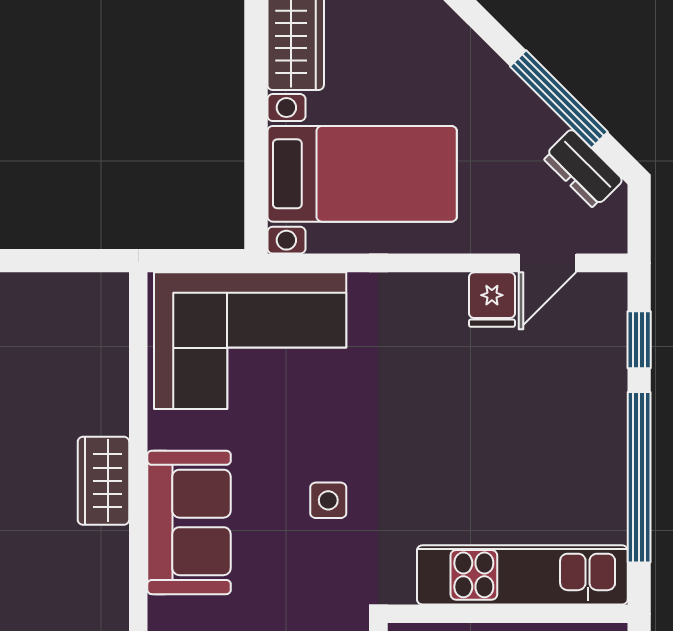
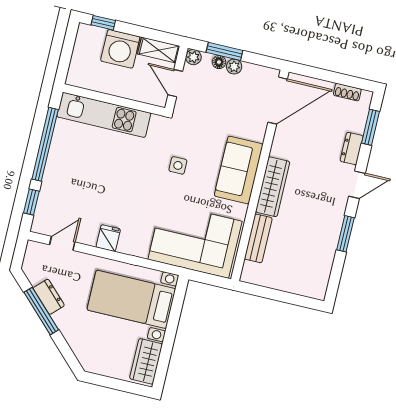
dresser: (583, 169) -> (49, 297), moved
fridge: (492, 300) -> (108, 238), moved
bench: (108, 379) -> (258, 238), added
wardrobe: (103, 481) -> (273, 187), width x1.50

